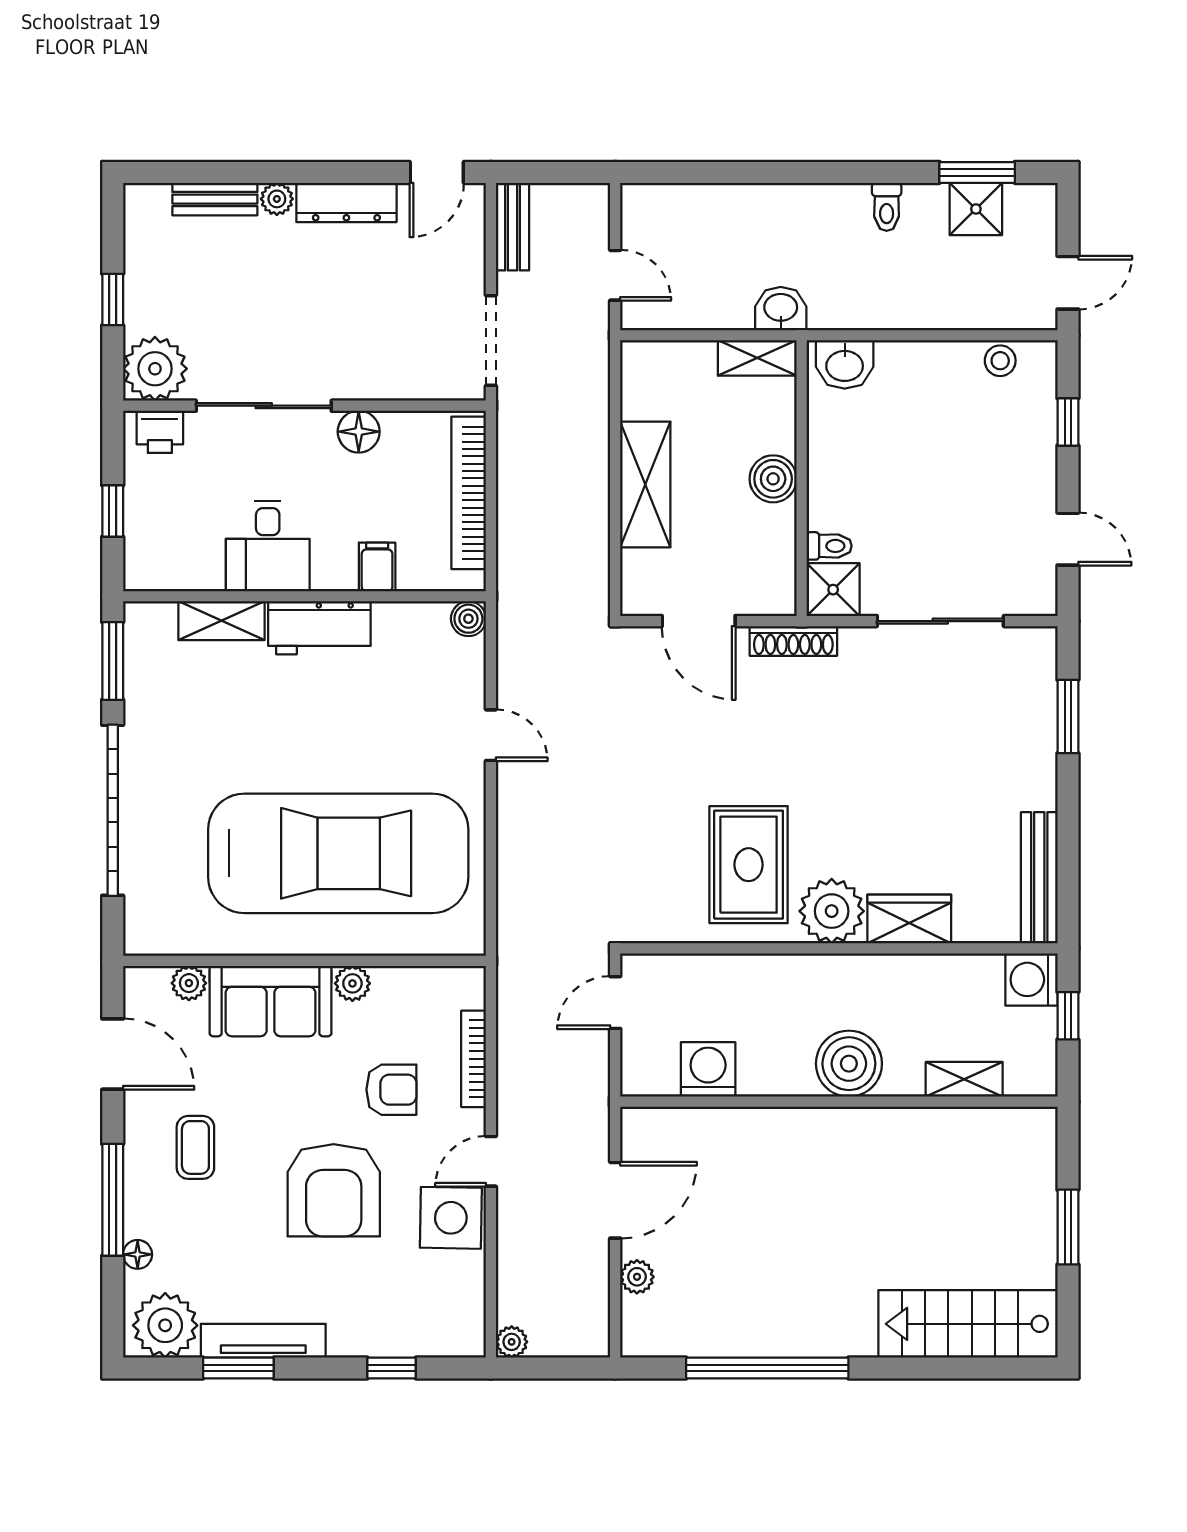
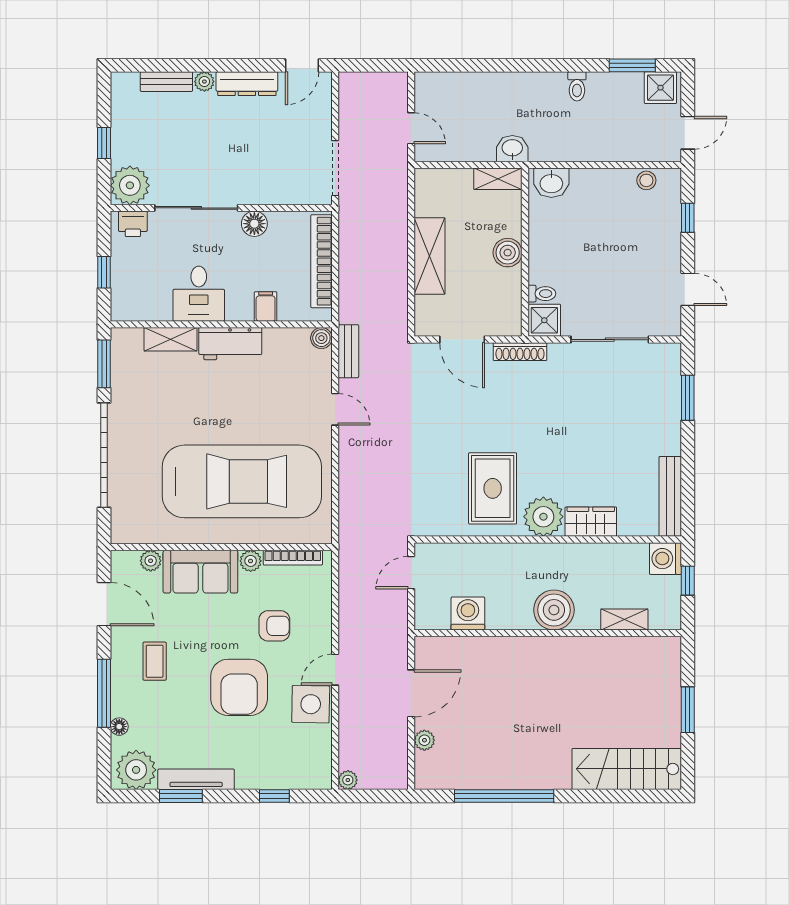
shower: (976, 209) -> (660, 88), moved
bench: (512, 227) -> (348, 351), moved
bookcase: (474, 1059) -> (293, 558), moved, turned -90

